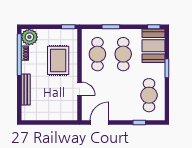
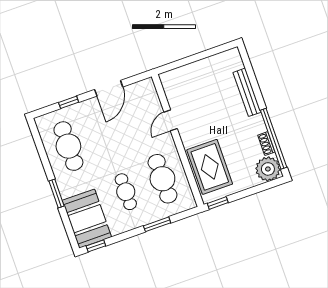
cafe table: (123, 54) -> (126, 192), width x0.73, depth x0.74
rug: (58, 60) -> (210, 167), moved
door: (80, 89) -> (171, 120), hinge flipped
door: (99, 122) -> (109, 88), moved

